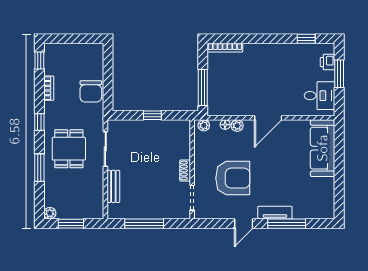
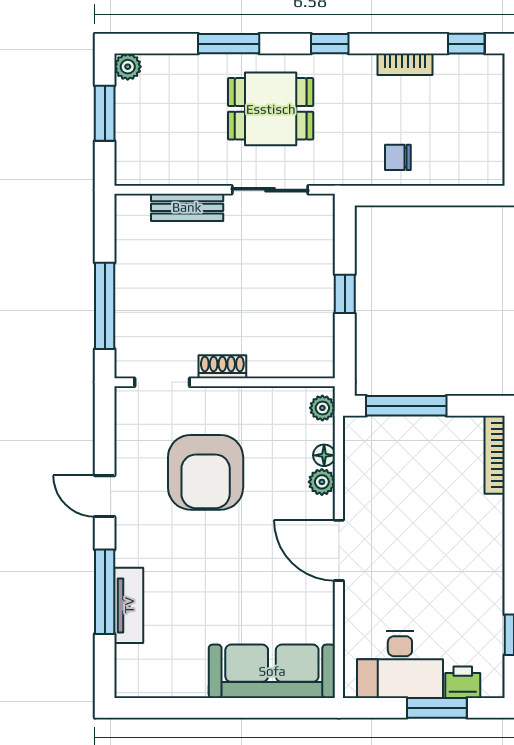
chair: (91, 91) -> (398, 157), width x0.54, depth x0.54
desk: (319, 96) -> (400, 664), width x1.37
tv unit: (275, 213) -> (129, 605), moved
window: (144, 224) -> (105, 306), moved

